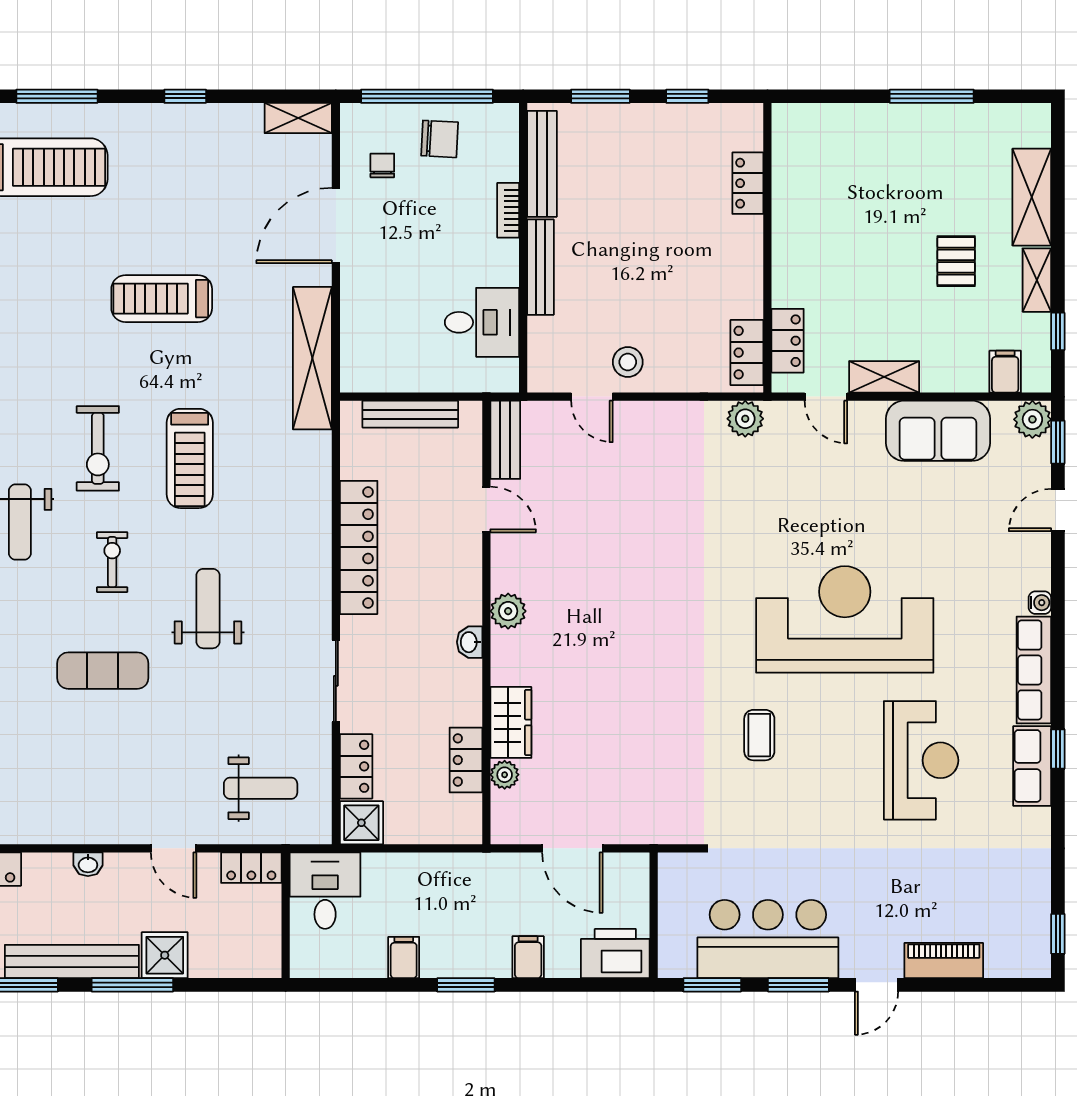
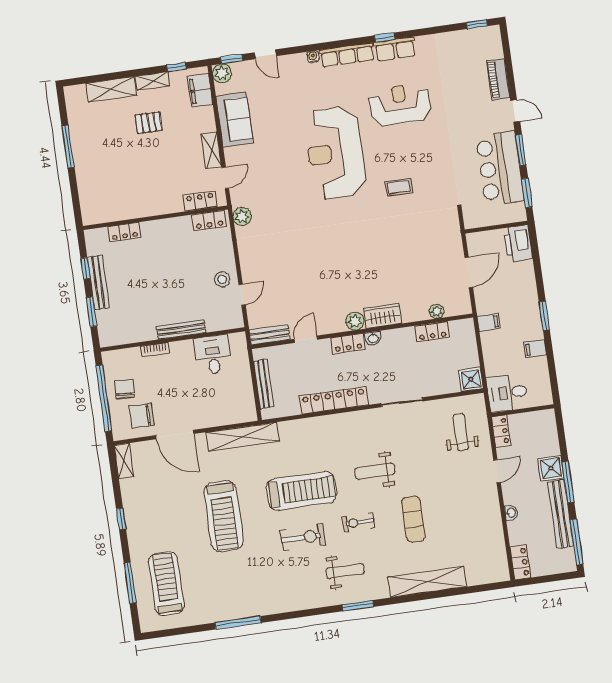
bench: (542, 164) -> (98, 282), moved, turned 90
chair: (382, 165) -> (142, 416), width x1.87, depth x1.87
treadmill: (162, 299) -> (224, 516), width x1.37, depth x1.38
filing cabinet: (1005, 372) -> (200, 90), width x2.00
treadmill: (190, 458) -> (301, 491), width x1.37, depth x1.38
wardrobe: (511, 722) -> (383, 316), moved
locker: (356, 766) -> (348, 344), moved, turned 180
filing cabinet: (528, 957) -> (489, 322), moved, turned 180

